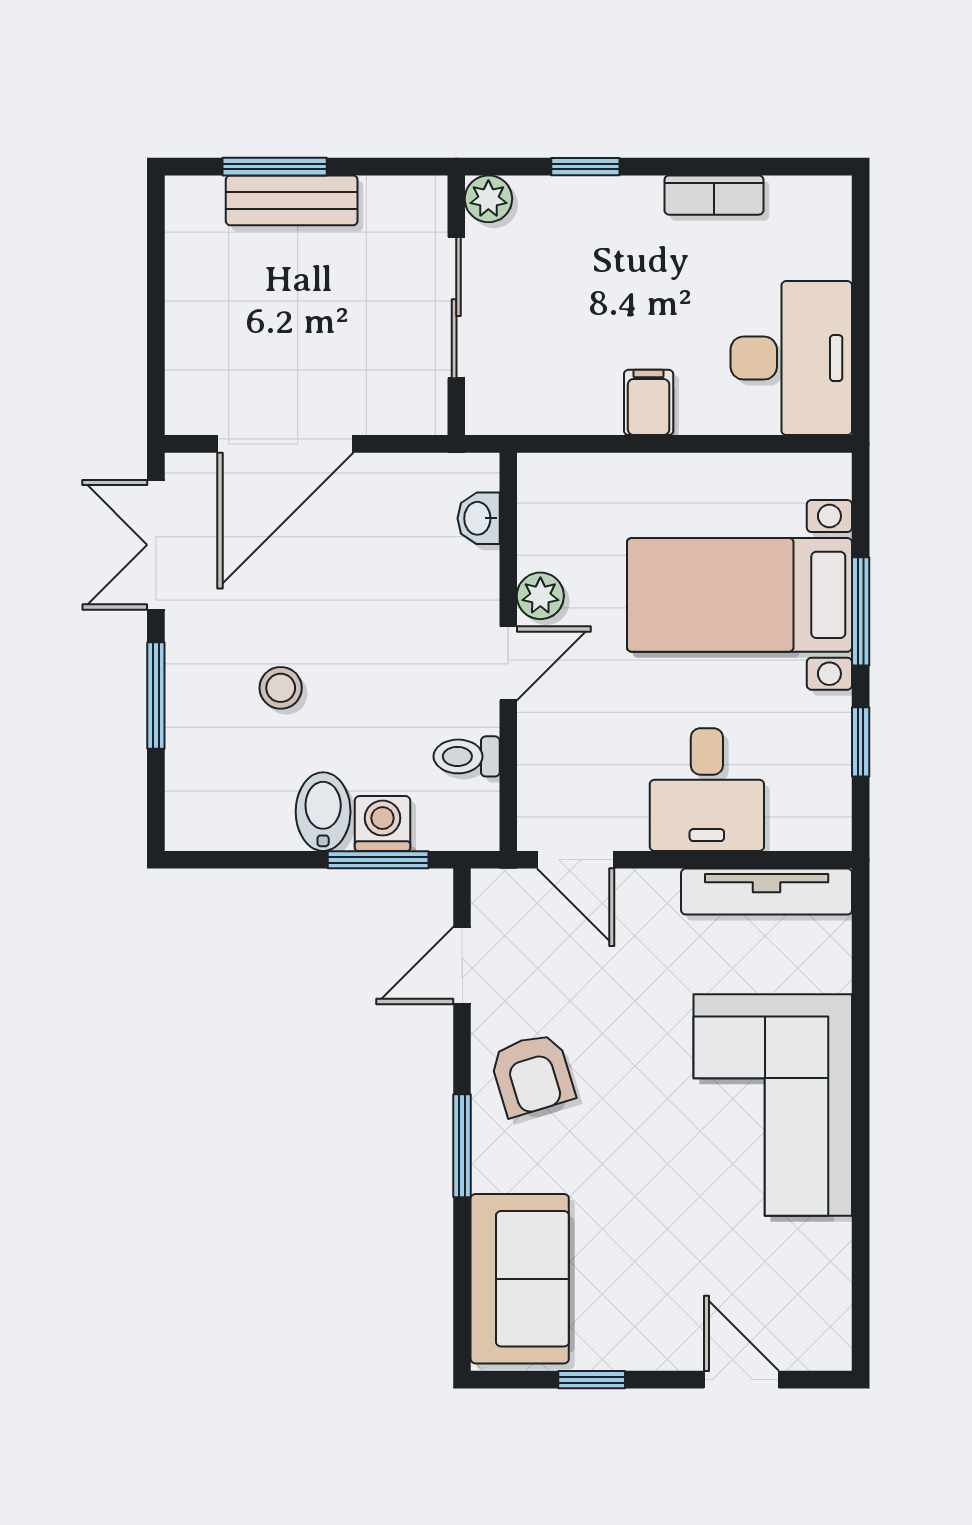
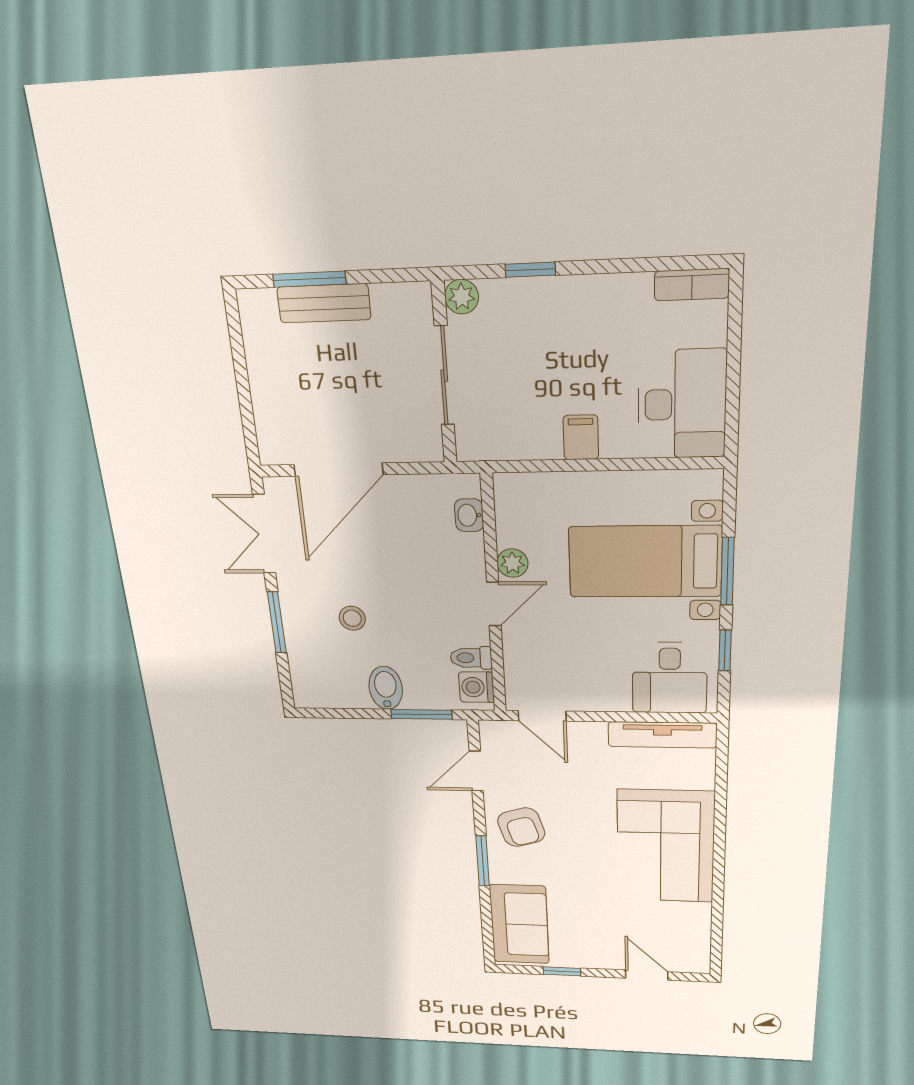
bookcase: (714, 195) -> (692, 285), moved
desk: (707, 790) -> (670, 678), moved
washing machine: (383, 824) -> (476, 687), moved, turned -90

